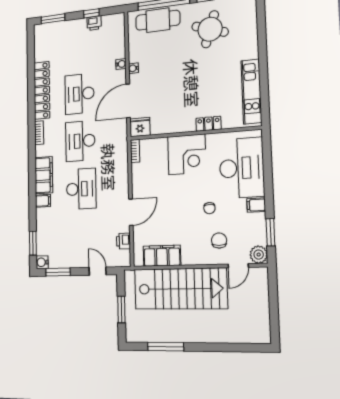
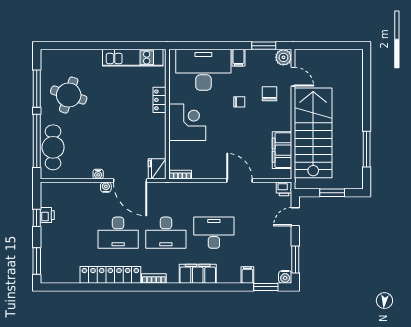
water cooler: (121, 64) -> (106, 187), moved
filing cabinet: (43, 201) -> (247, 275), moved
chair: (219, 240) -> (270, 94), turned 90
printer: (123, 241) -> (284, 189), moved

